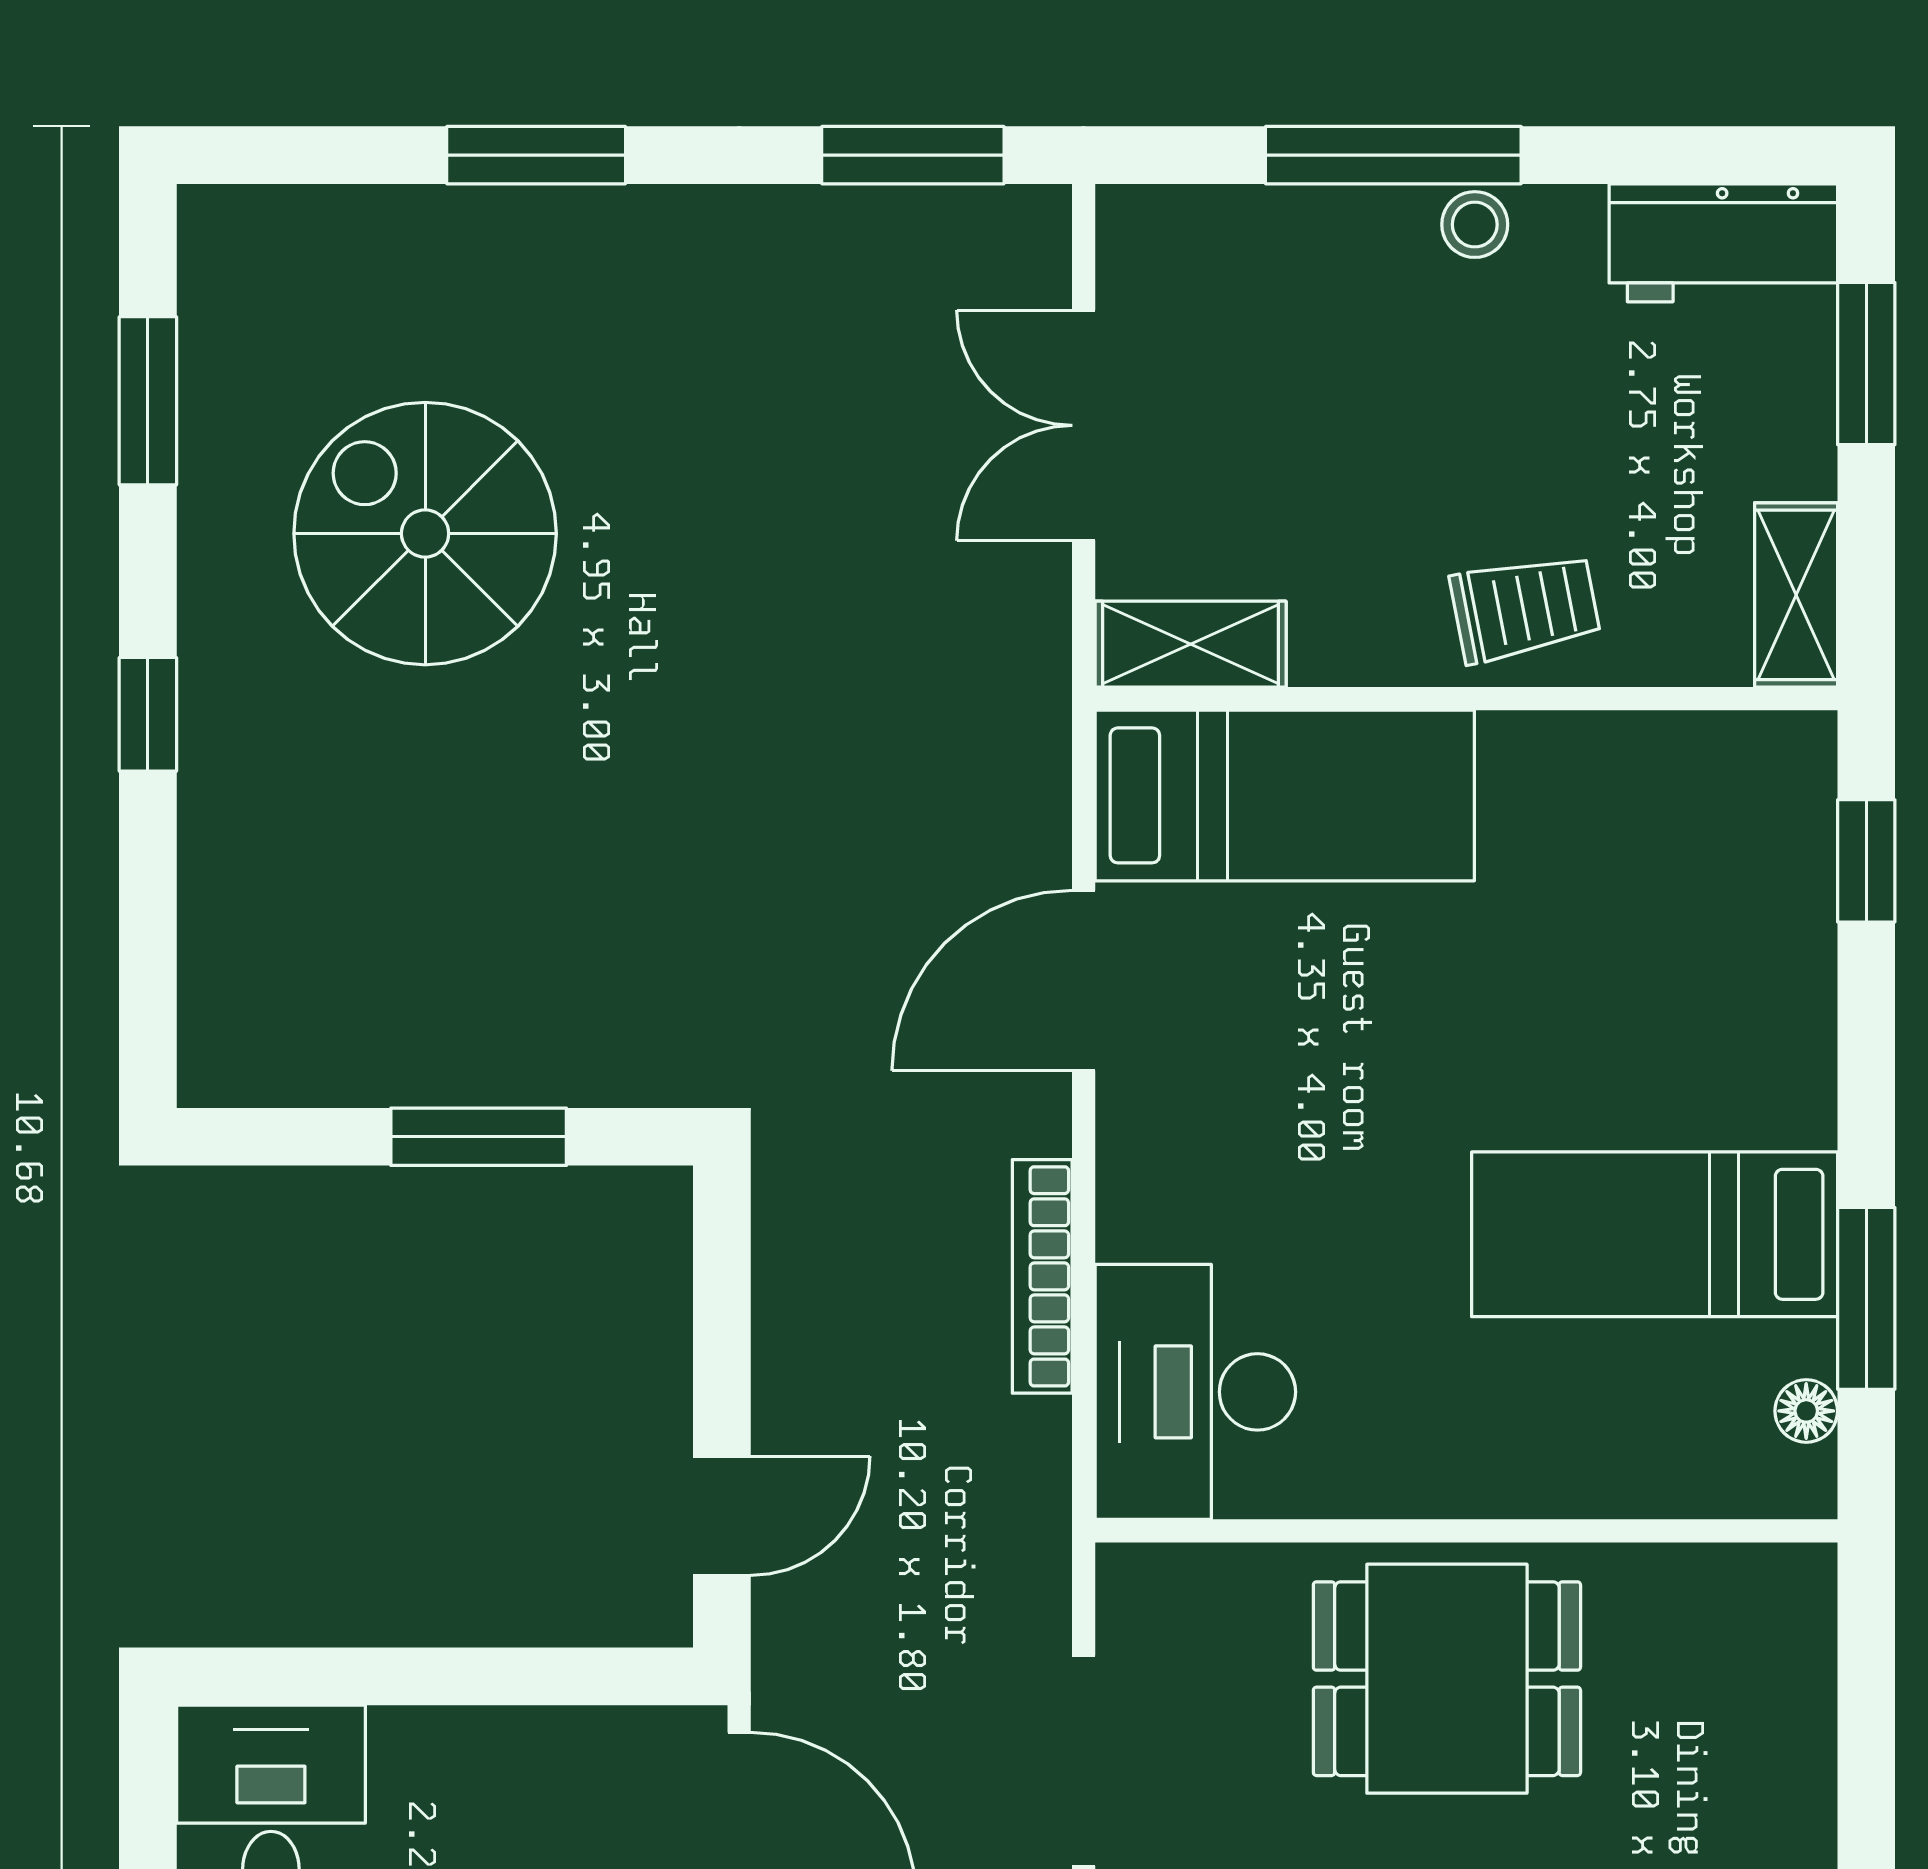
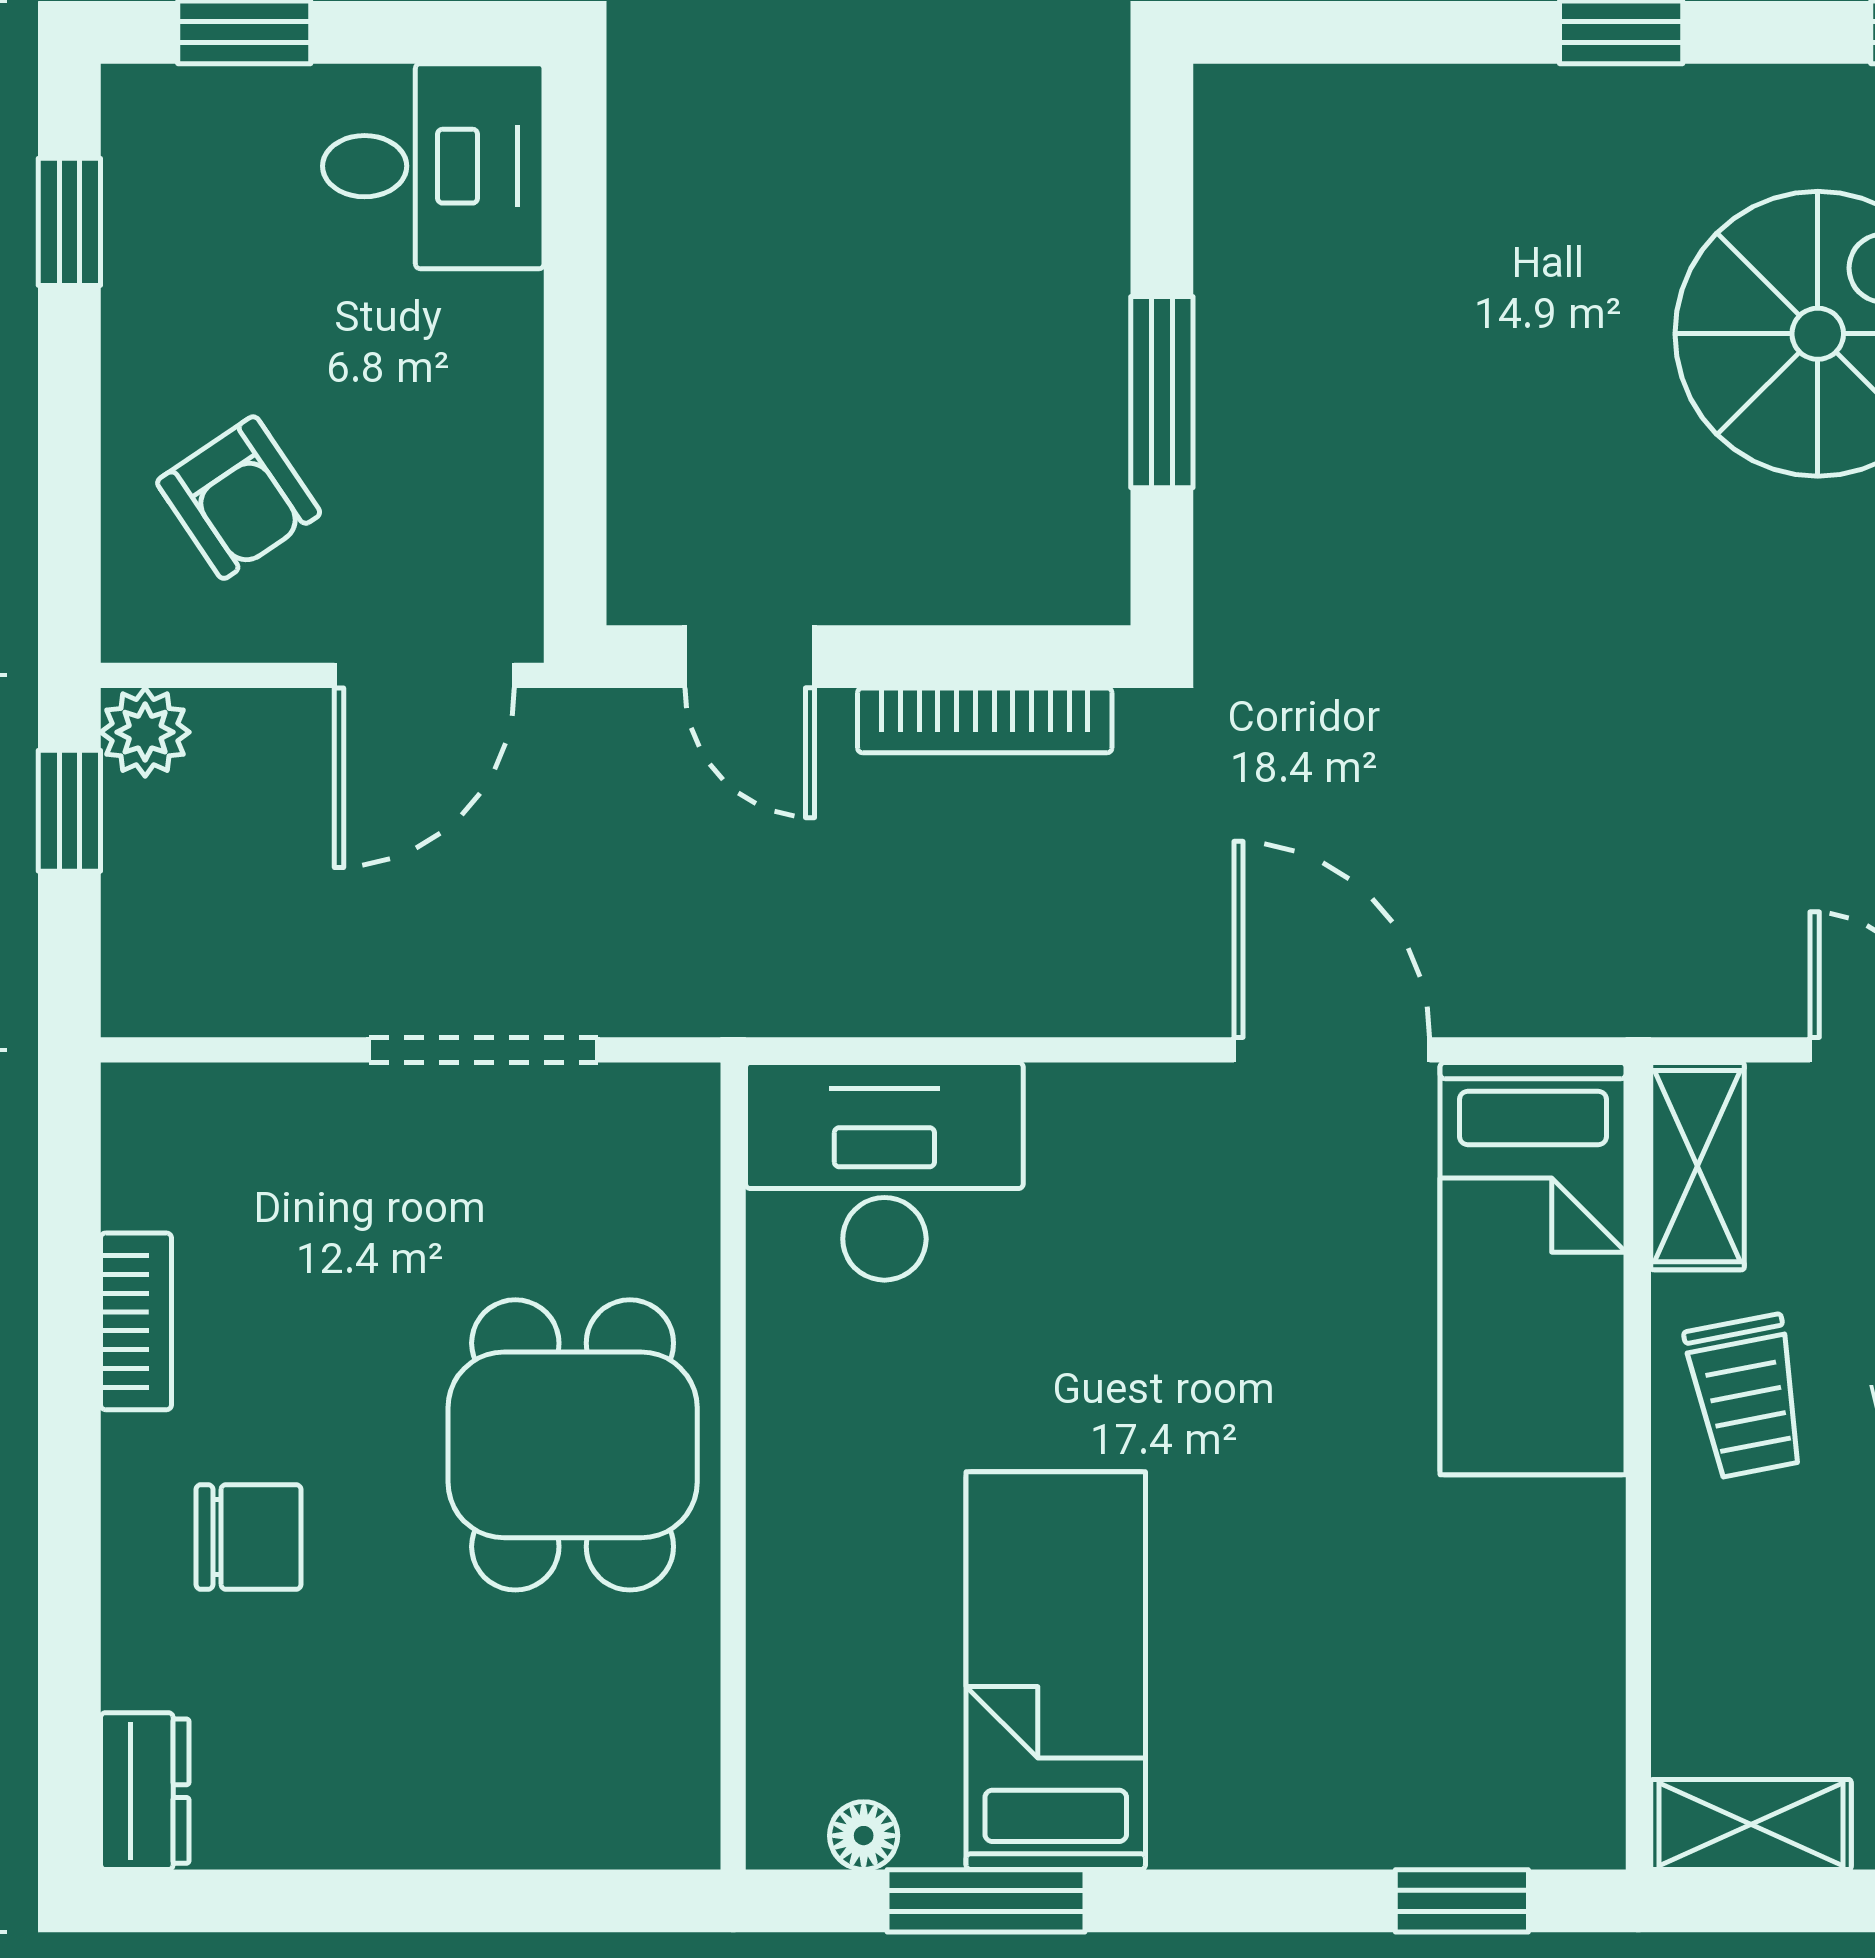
trolley: (1525, 608) -> (1746, 1396), moved
bookcase: (1042, 1276) -> (985, 720), moved, turned 180

